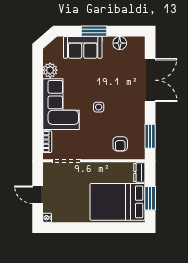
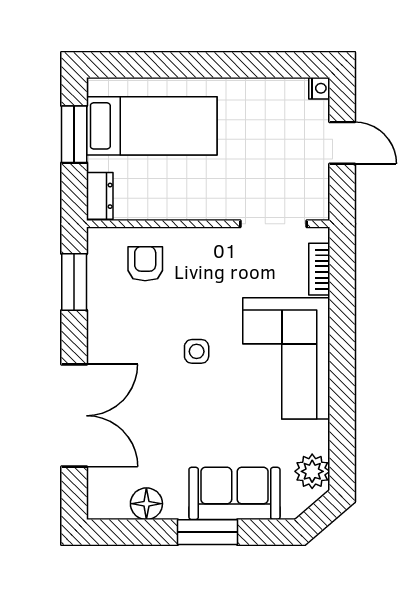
plant: (50, 70) -> (312, 471), moved
double door: (150, 80) -> (74, 416), swing flipped
bed: (117, 202) -> (152, 126), width x0.67

